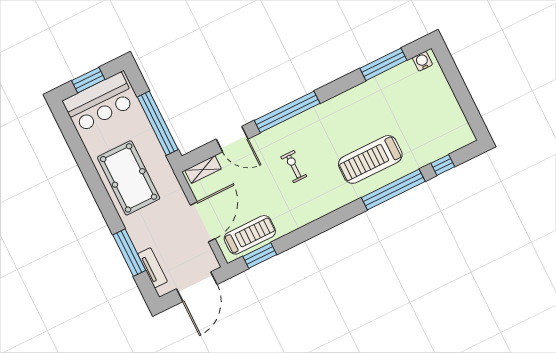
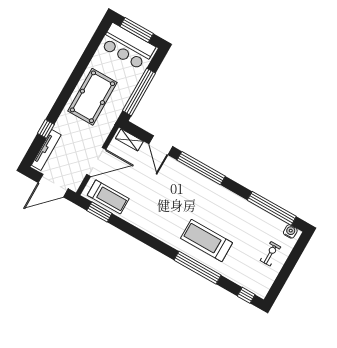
window: (383, 64) -> (272, 208), width x1.46
window: (88, 80) -> (137, 30), width x1.44
window: (443, 165) -> (246, 295), moved
exercise bike: (294, 167) -> (270, 254), moved
window: (129, 253) -> (46, 129), width x0.46
tv unit: (153, 268) -> (46, 150), width x1.41

